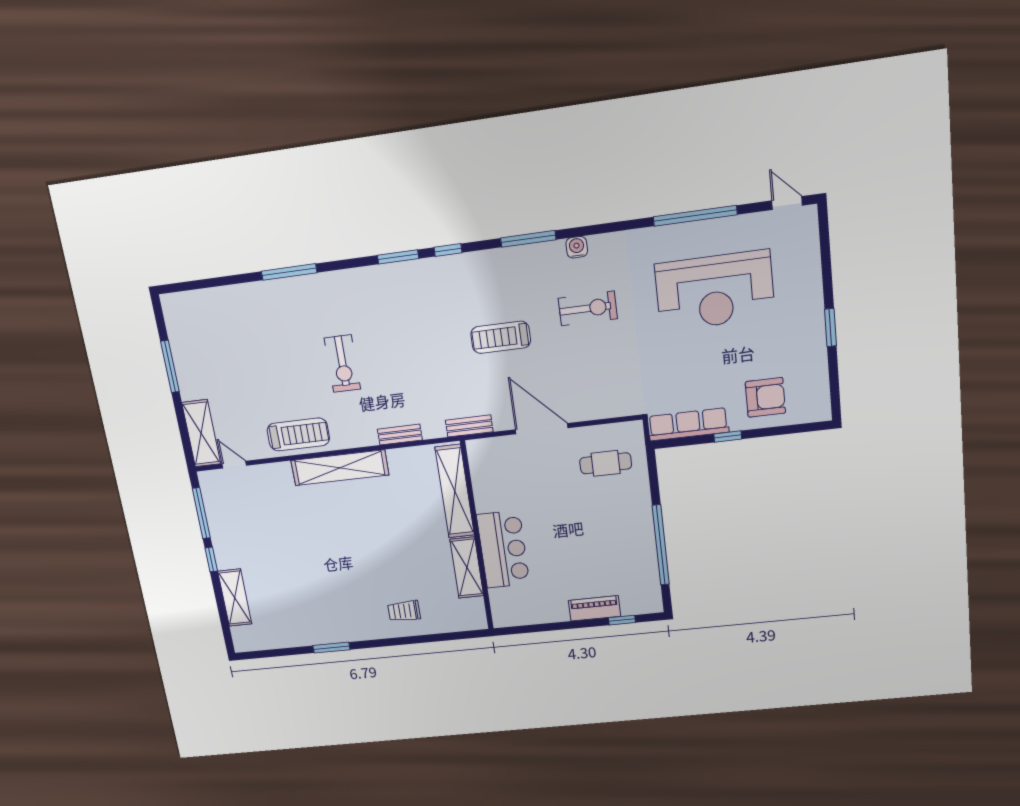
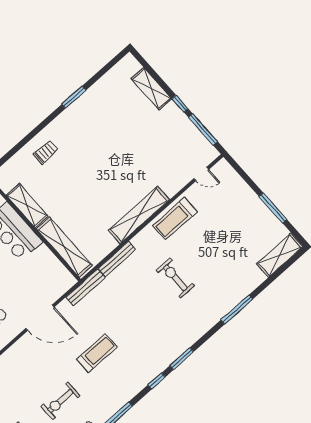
bench: (469, 426) -> (85, 287), width x1.36
shelving: (201, 433) -> (279, 255), moved, turned 90
bench: (400, 435) -> (117, 259), width x1.36

